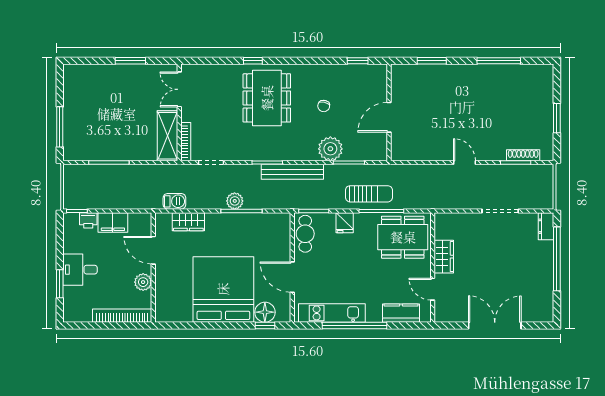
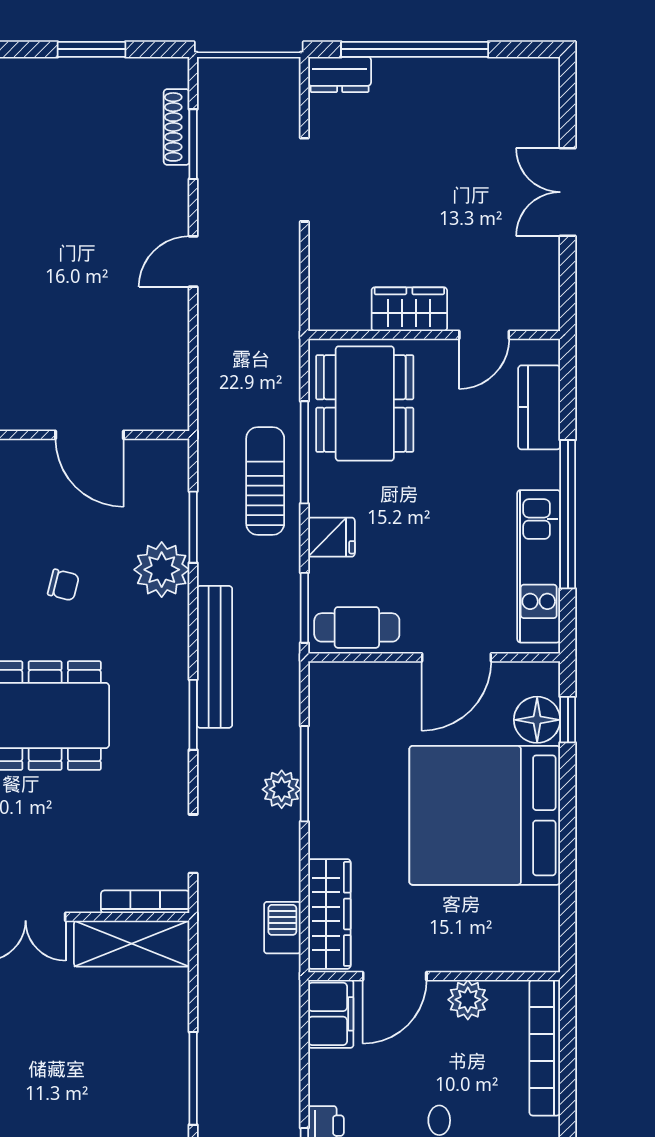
filing cabinet: (113, 222) -> (331, 1014), moved
wardrobe: (188, 222) -> (329, 914), width x1.50
double door: (495, 326) -> (568, 192), width x0.73

